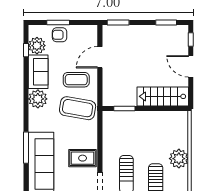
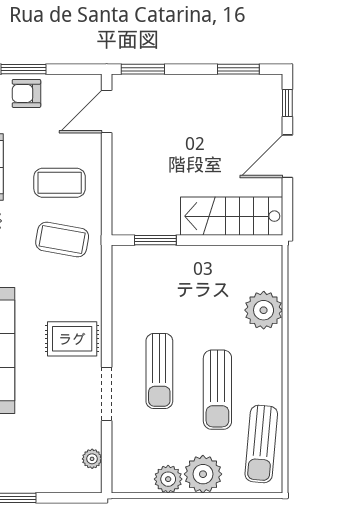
door: (100, 57) -> (107, 112), moved
door: (191, 66) -> (287, 156), hinge flipped
coffee table: (78, 108) -> (62, 239), width x0.73, depth x0.76
plant: (179, 159) -> (264, 310), moved

